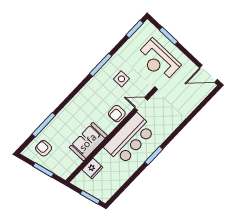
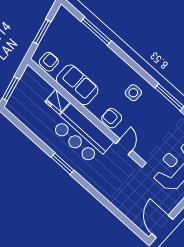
side table: (121, 79) -> (133, 93), moved
armchair: (44, 148) -> (49, 62), moved
fridge: (92, 169) -> (57, 102), moved

